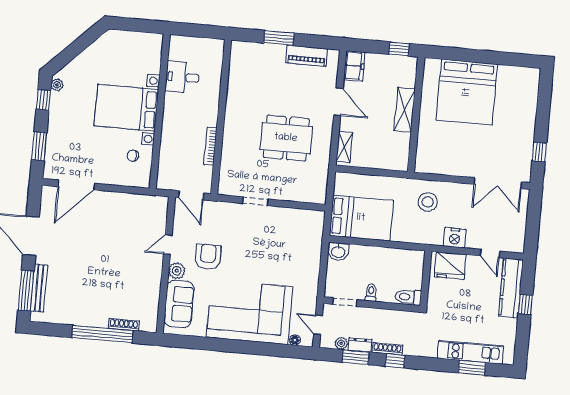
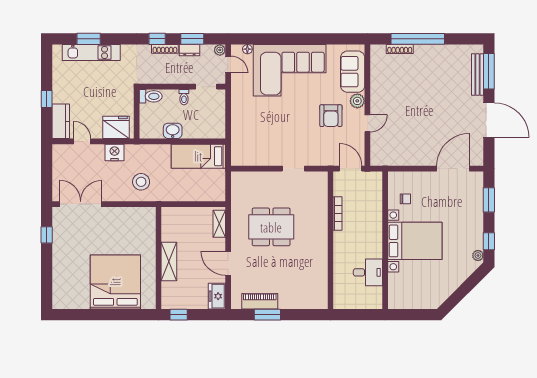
window: (279, 38) -> (267, 315), moved
bed: (361, 218) -> (198, 156), width x0.67
washbasin: (338, 252) -> (173, 131), moved
kitchen counter: (511, 288) -> (61, 121), width x0.67
plant: (341, 343) -> (220, 50), moved

